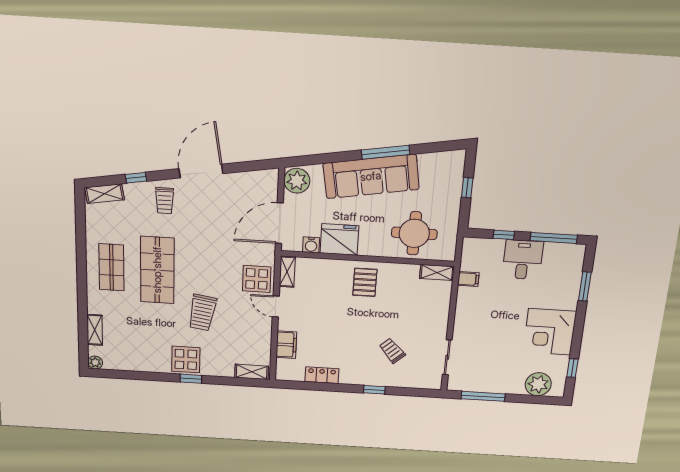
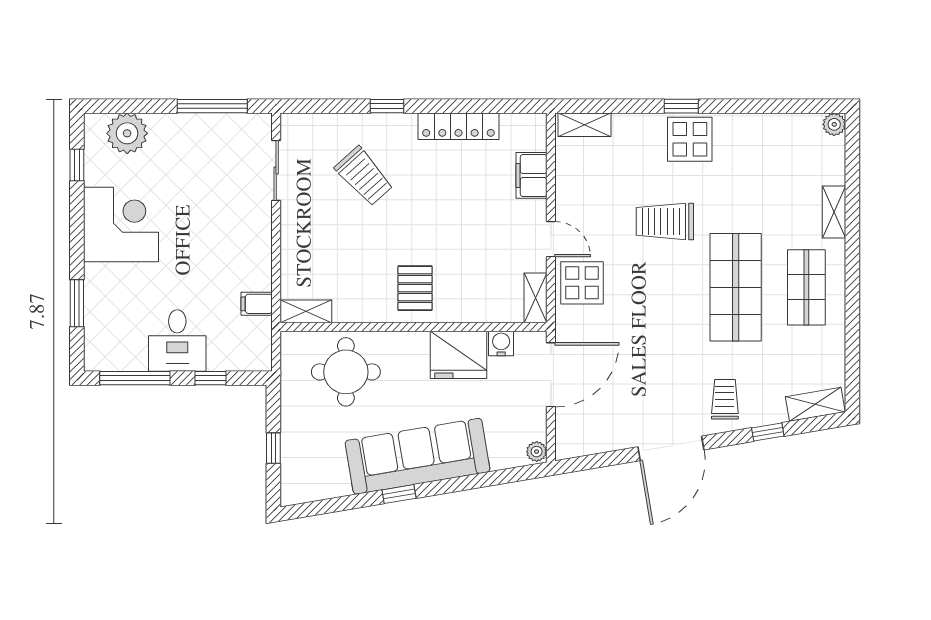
window: (386, 152) -> (399, 494), width x0.46
plant: (297, 181) -> (537, 452), width x0.53, depth x0.53
trolley: (202, 313) -> (665, 221), turned -99
shelving: (95, 330) -> (834, 212), moved
trolley: (392, 351) -> (364, 176), width x1.36, depth x1.39
locker: (322, 375) -> (458, 126), width x1.53

